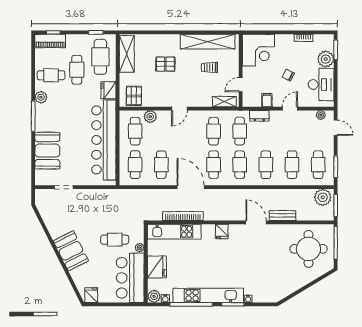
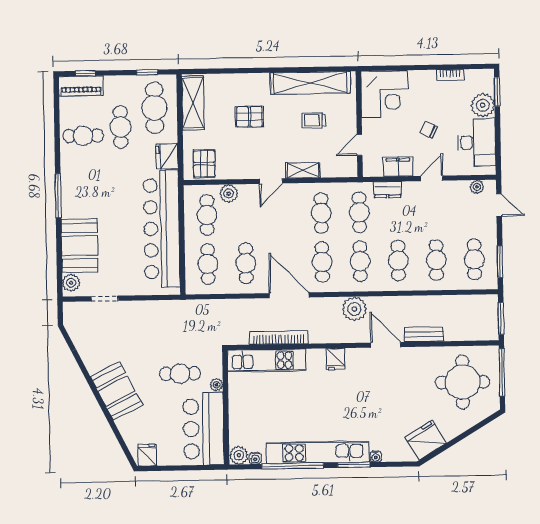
plant: (41, 97) -> (71, 283), moved
filing cabinet: (267, 100) -> (398, 167), width x2.00
shelving: (224, 102) -> (303, 170), moved
plant: (323, 197) -> (354, 309), moved
fridge: (157, 267) -> (425, 440), moved, turned -121

